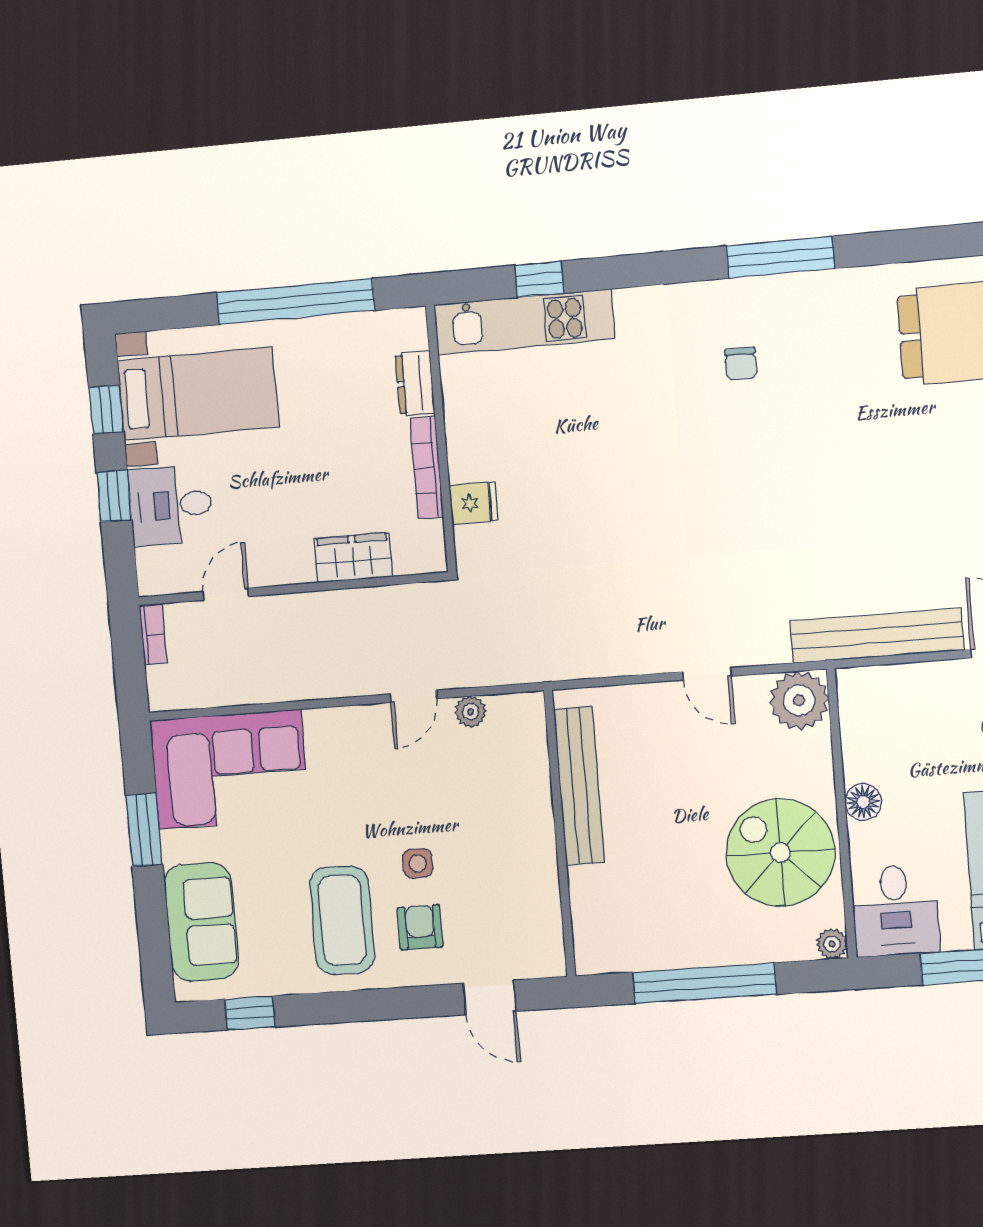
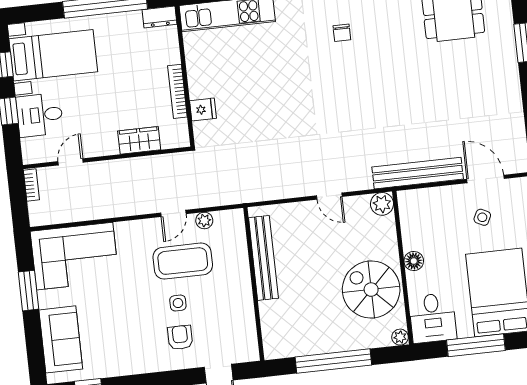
dresser: (415, 383) -> (160, 17), moved, turned -90
plant: (799, 700) -> (382, 204), width x0.73, depth x0.73
coffee table: (342, 920) -> (183, 261), moved, turned 90

